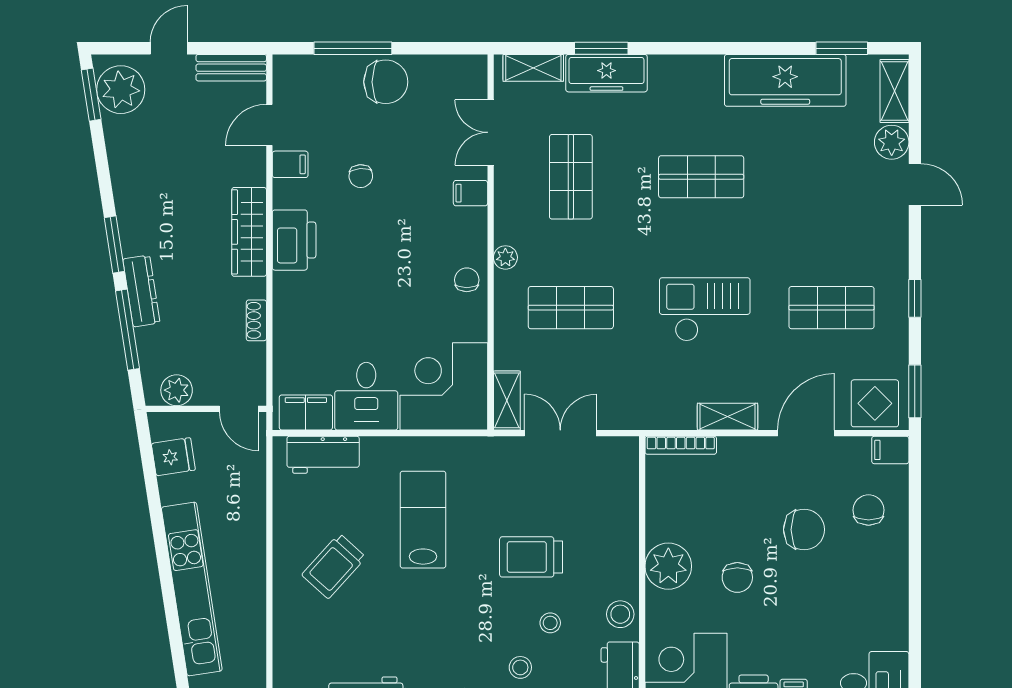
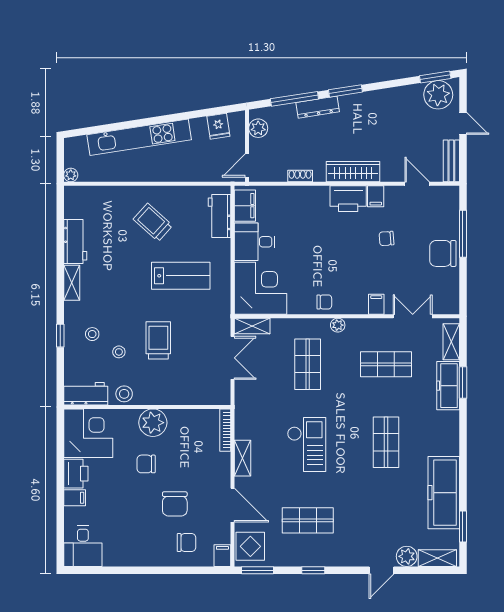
chair: (386, 82) -> (443, 253), turned 90
filing cabinet: (290, 164) -> (376, 196), moved
shop shelf: (832, 308) -> (308, 520), turned 90

